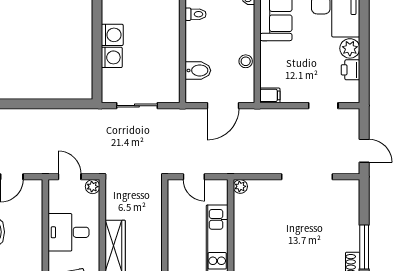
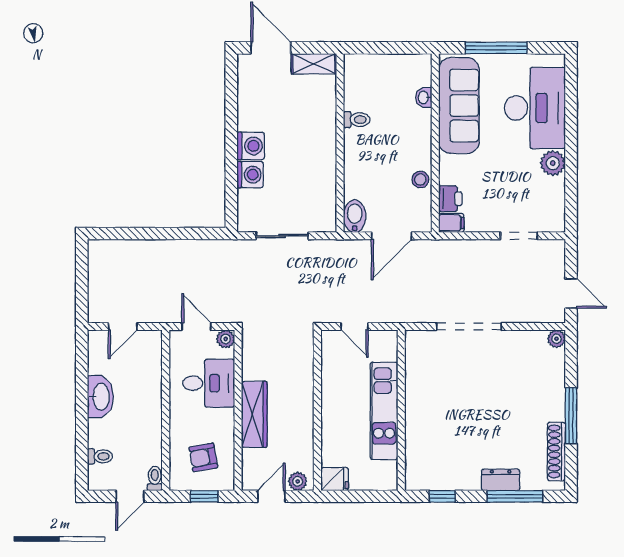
bidet: (198, 70) -> (355, 216), moved, turned -90
printer: (351, 70) -> (450, 199), moved, turned 180
doorway: (307, 177) -> (469, 326), moved
plant: (240, 186) -> (556, 339), moved
desk: (68, 232) -> (209, 383), moved, turned 180

